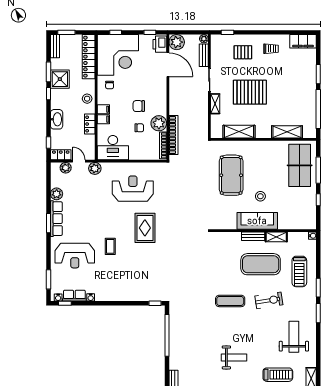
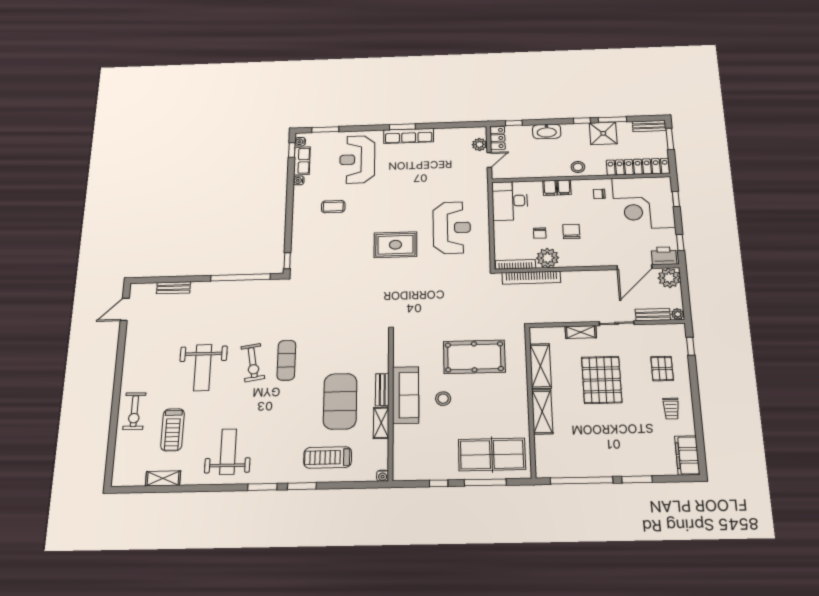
locker: (90, 124) -> (542, 171), removed
shelving: (287, 132) -> (542, 412), moved
plant: (95, 168) -> (479, 180), removed
plant: (57, 194) -> (443, 135), removed
coffee table: (110, 246) -> (333, 207), moved
exercise bike: (269, 300) -> (253, 363), moved
weight bench: (294, 337) -> (228, 452), turned -90
weight bench: (234, 357) -> (203, 368), width x1.36, depth x1.33

